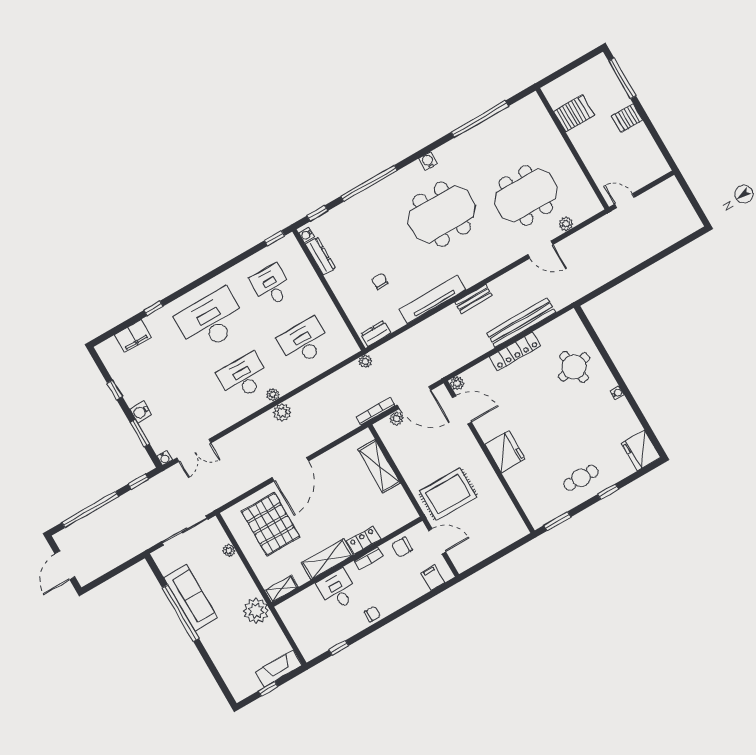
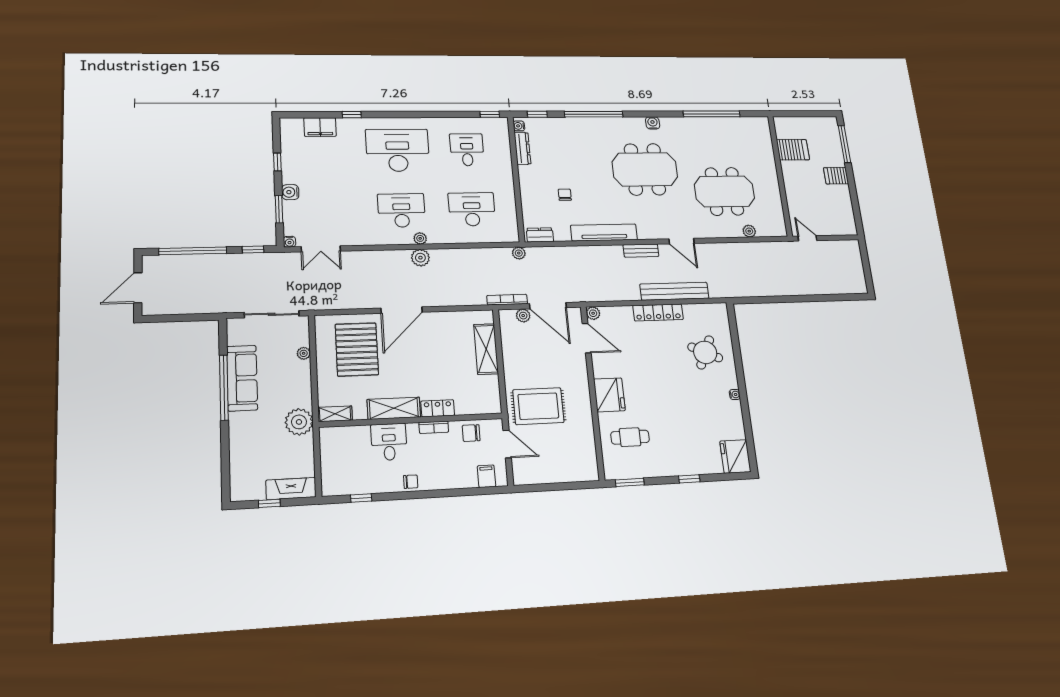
door: (540, 249) -> (682, 241), moved
round table: (574, 367) -> (705, 352), turned 36
cafe table: (581, 478) -> (630, 437), moved

